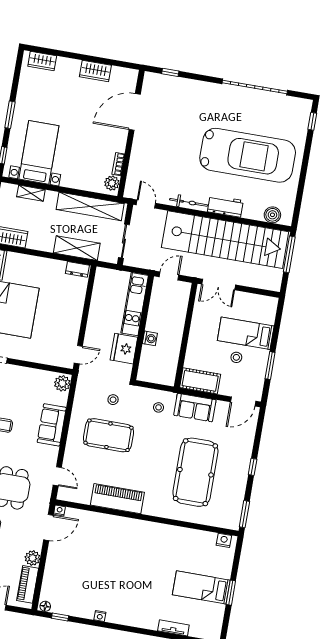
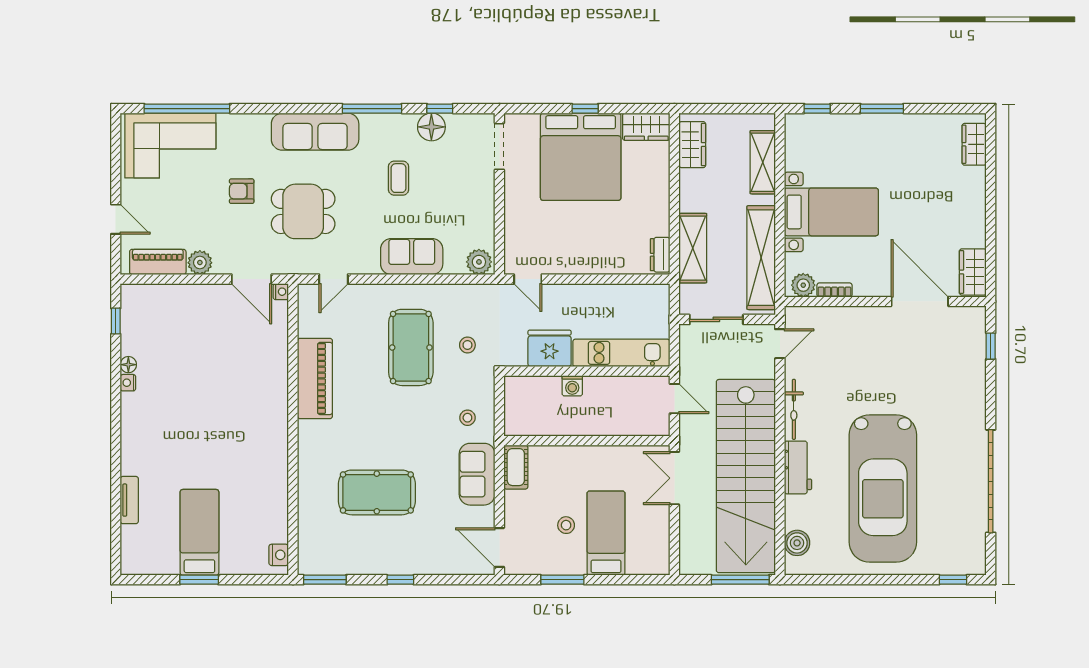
wardrobe: (95, 71) -> (973, 272), moved
bed with nightstands: (39, 152) -> (831, 212), moved
shelving: (31, 193) -> (763, 162), width x1.50, depth x1.33
cot: (200, 381) -> (516, 467), width x0.73, depth x0.75
pool table: (195, 472) -> (377, 492), width x0.73, depth x0.76
floor lamp: (45, 606) -> (128, 365), moved

